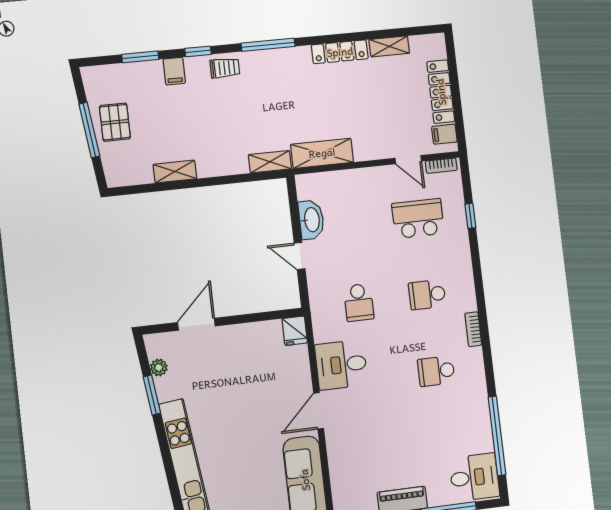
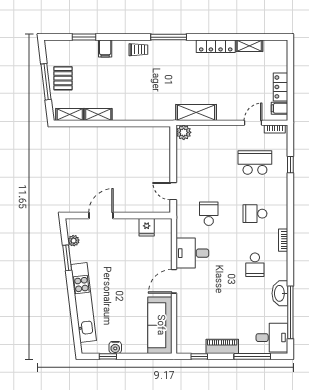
window: (198, 51) -> (122, 37), removed
locker: (441, 92) -> (280, 87), width x0.66
door: (408, 160) -> (253, 123), swing flipped
shelving: (270, 162) -> (70, 115), moved
plant: (307, 185) -> (184, 132), added
washbasin: (311, 220) -> (280, 293), moved, turned 180
door: (300, 256) -> (173, 191), moved
school desk: (359, 303) -> (209, 214), turned 180
fridge: (295, 331) -> (147, 227), moved
school desk: (436, 371) -> (255, 265), turned -90

